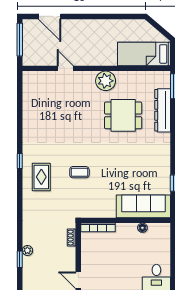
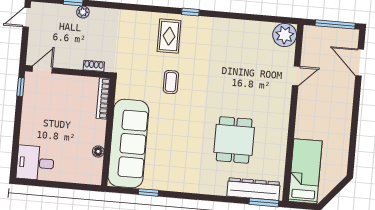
door: (50, 16) -> (360, 62), hinge flipped
plant: (106, 81) -> (285, 35), moved
dresser: (163, 110) -> (254, 189), moved
rug: (41, 177) -> (169, 36), turned 90
sofa: (143, 206) -> (128, 144), width x1.36, depth x1.27

